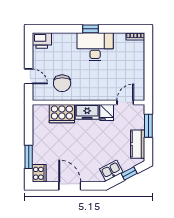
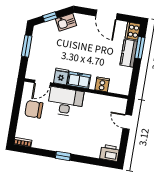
desk: (95, 47) -> (65, 102), moved, turned 180
chair: (62, 83) -> (34, 109), moved, turned -90
cooker: (62, 114) -> (102, 84), width x0.53, depth x0.76
window: (148, 126) -> (27, 46), moved
kitchen counter: (138, 144) -> (129, 53), moved, turned 180

